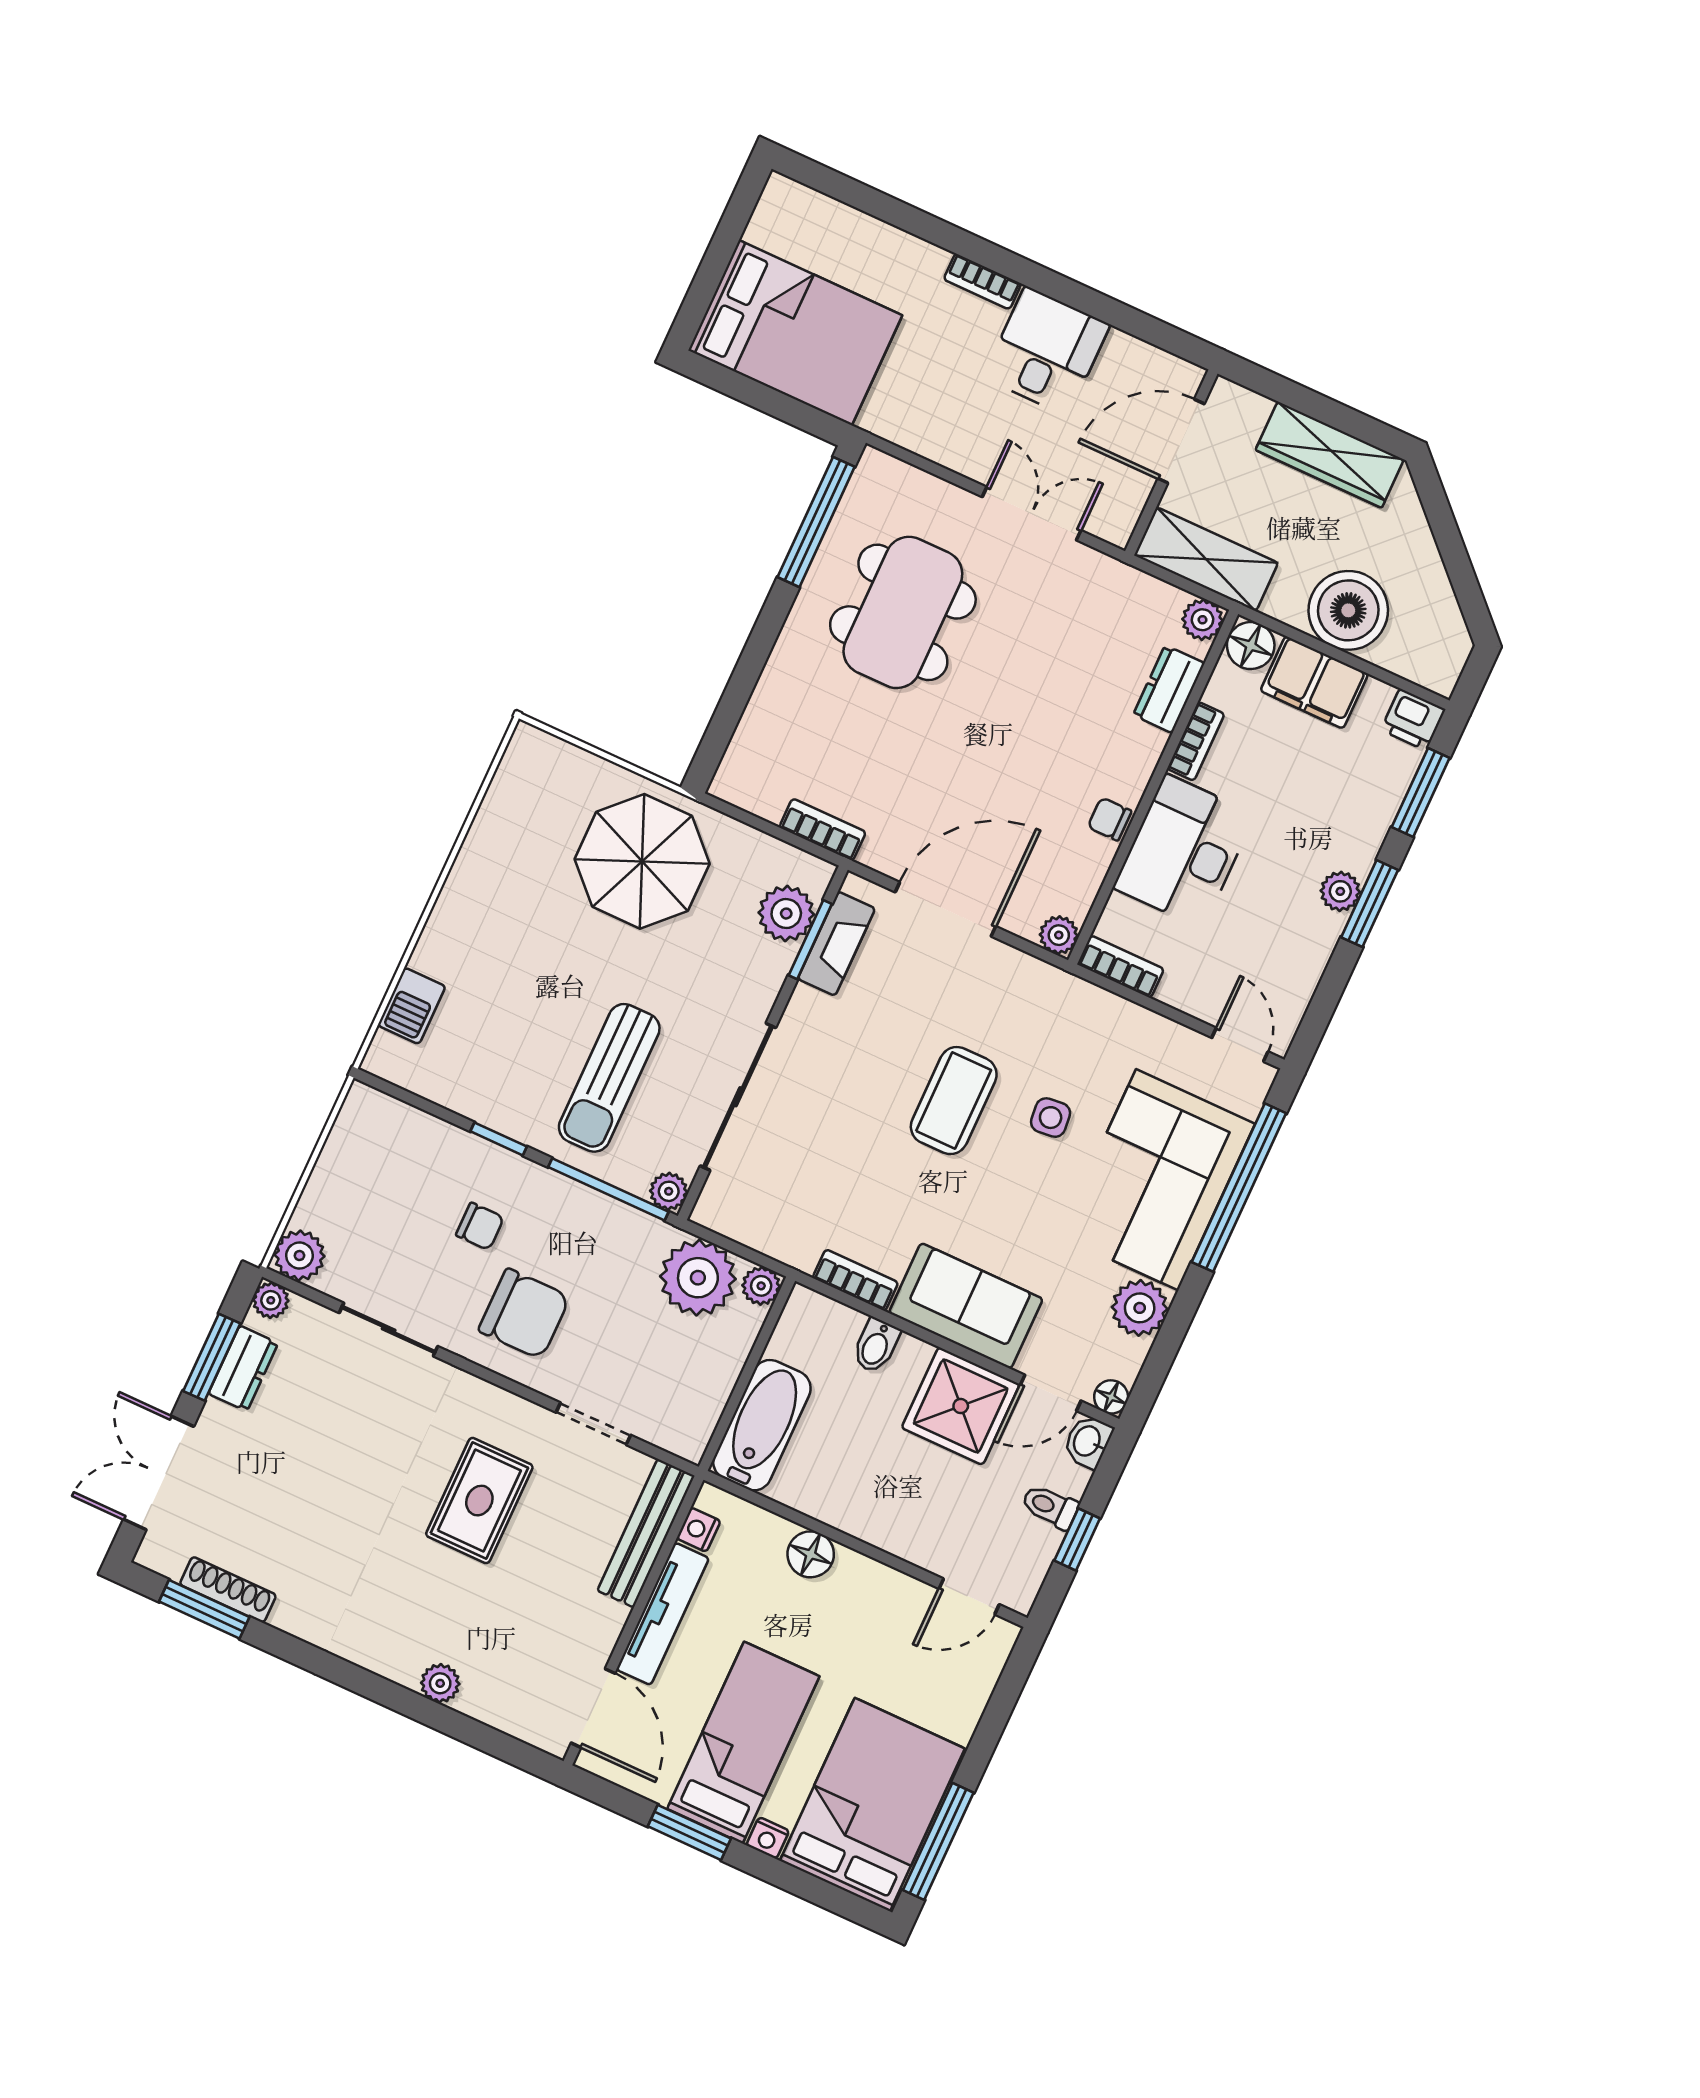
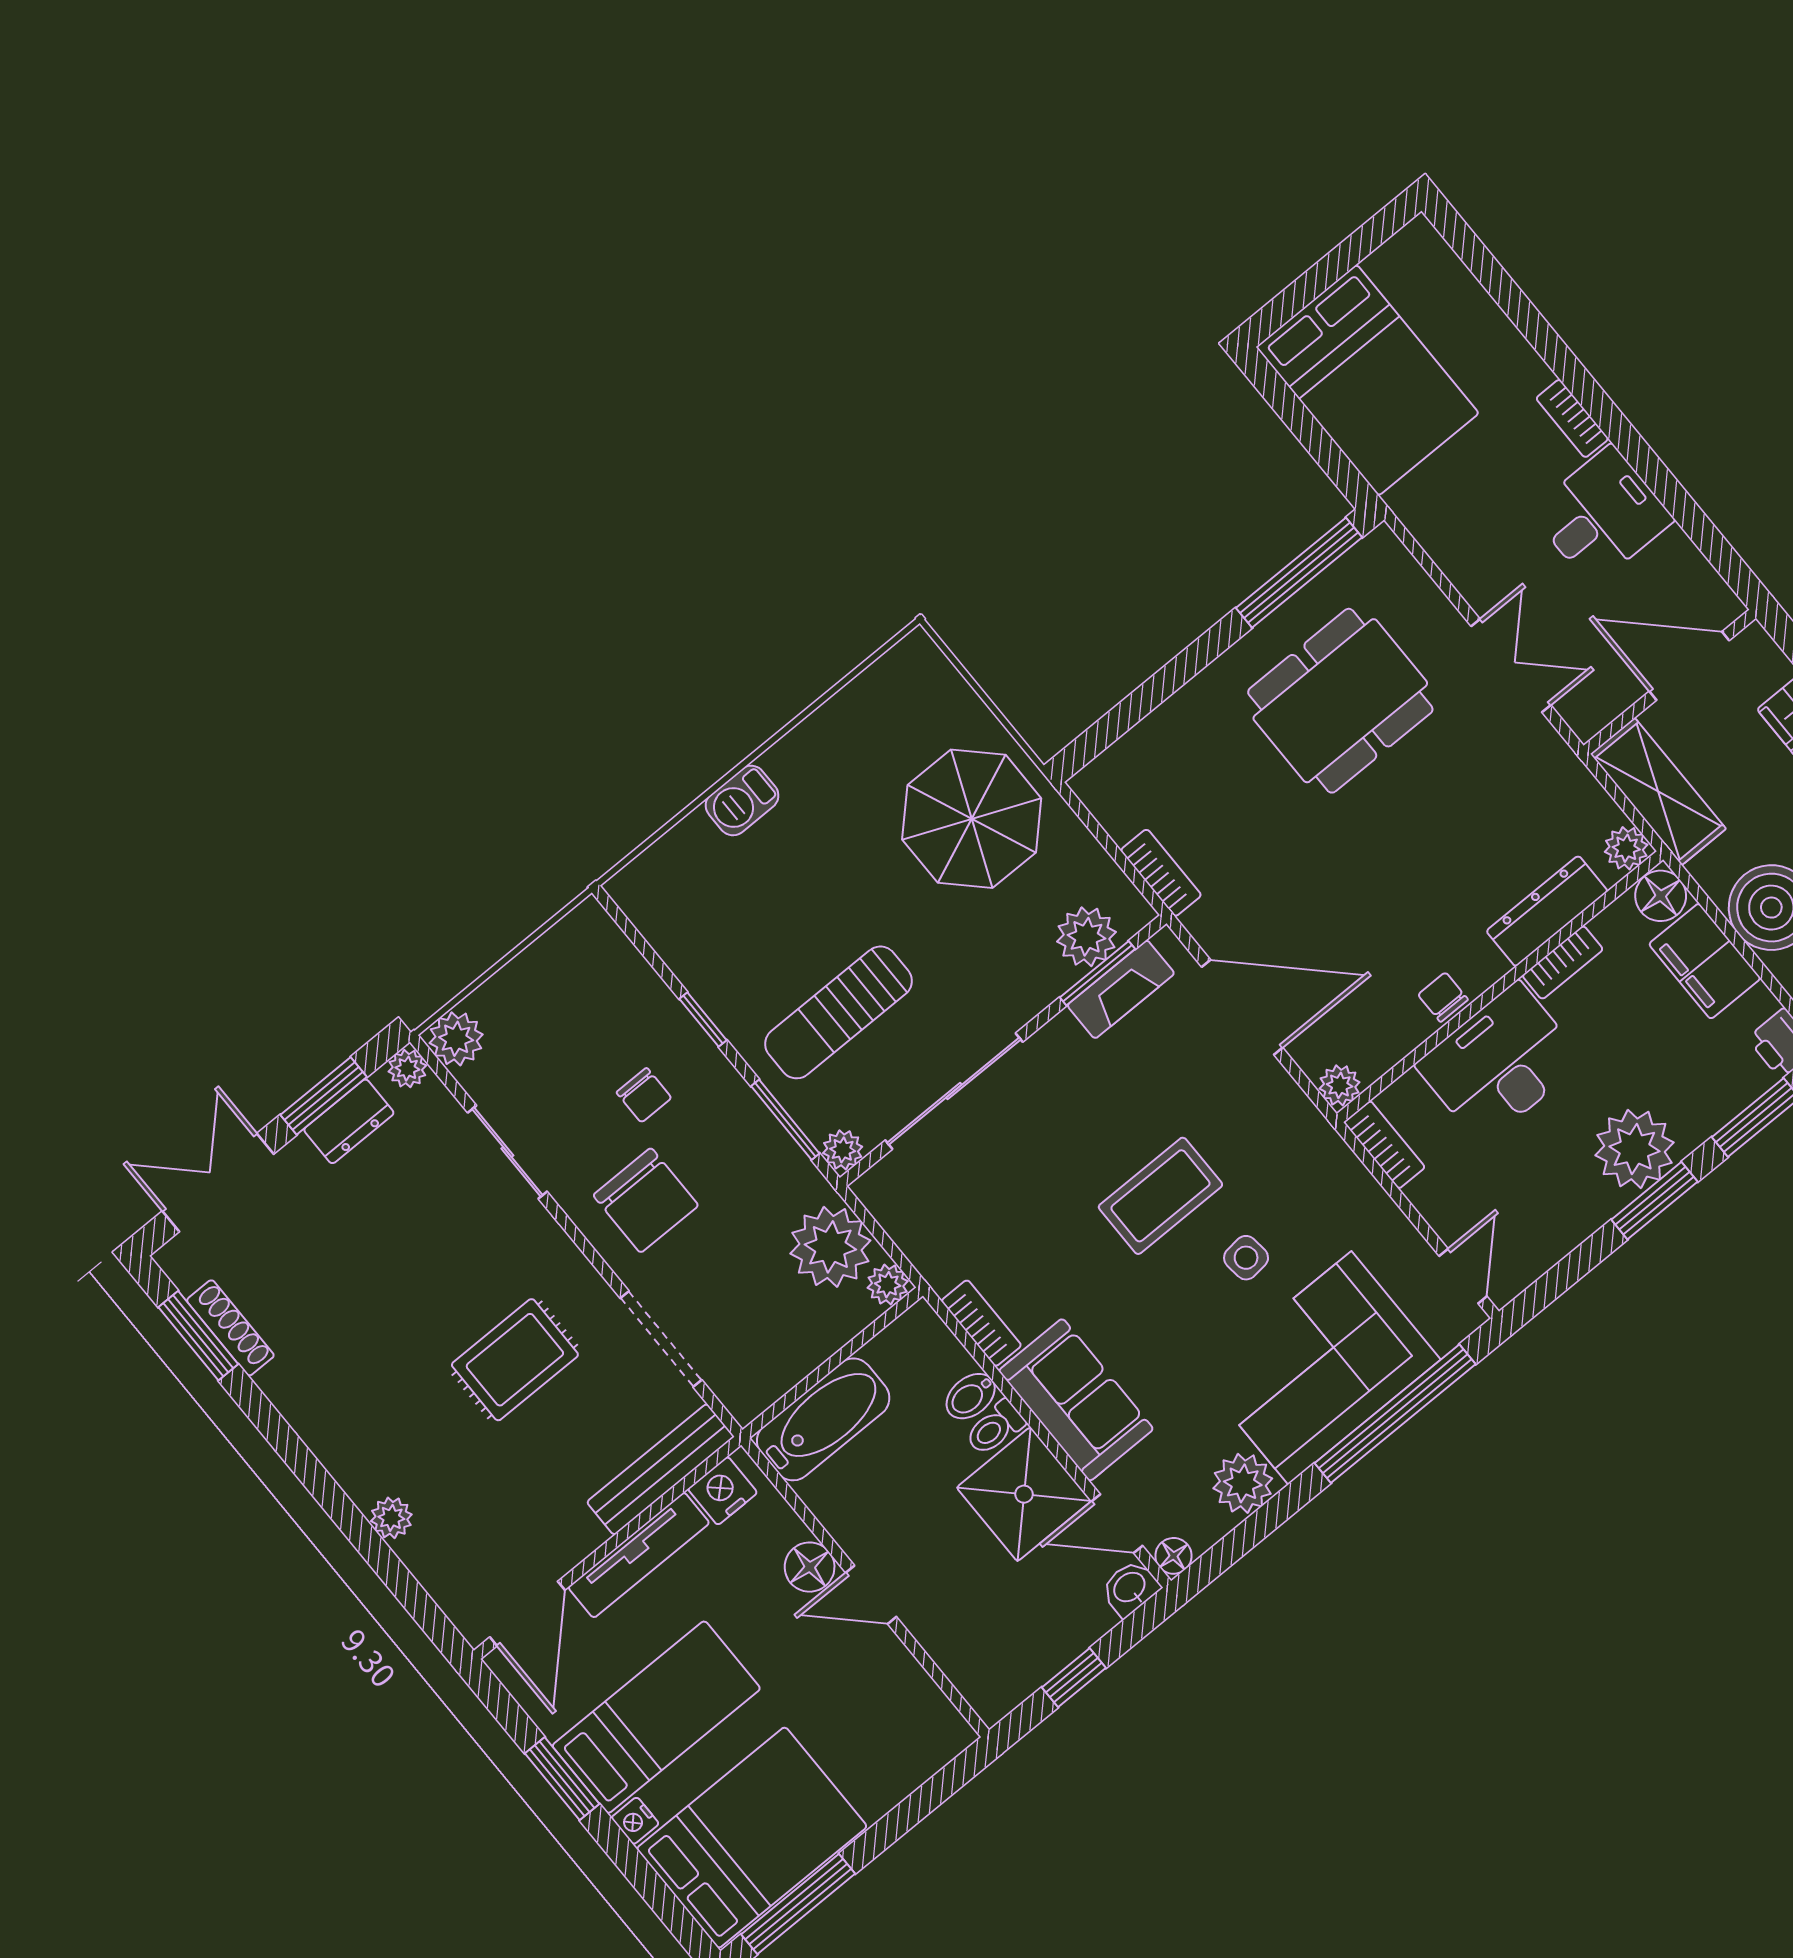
dresser: (1169, 689) -> (1547, 911), width x1.44
plant: (1340, 891) -> (1634, 1149), width x1.87, depth x1.87
barbecue: (412, 1006) -> (742, 801), moved
window: (608, 1189) -> (785, 1120), width x0.69
doorway: (593, 1424) -> (661, 1339), width x1.38
toilet: (1050, 1507) -> (995, 1428), moved, turned -90
nightstand: (699, 1530) -> (723, 1491), width x1.39, depth x1.35
door: (969, 1597) -> (871, 1595), moved

